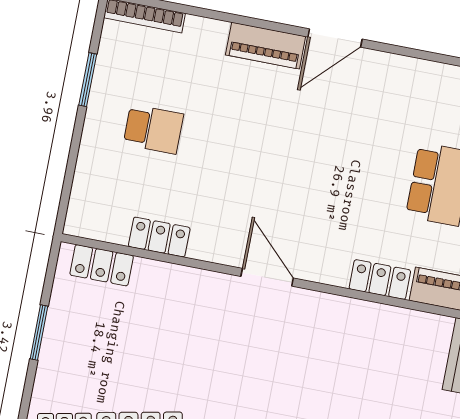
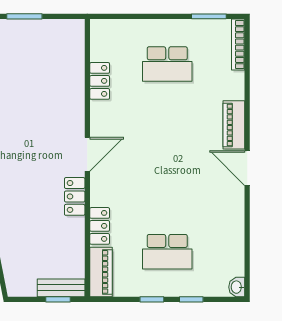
window: (88, 80) -> (209, 16), moved
school desk: (153, 129) -> (167, 64), width x1.85
locker: (102, 265) -> (75, 196), moved

